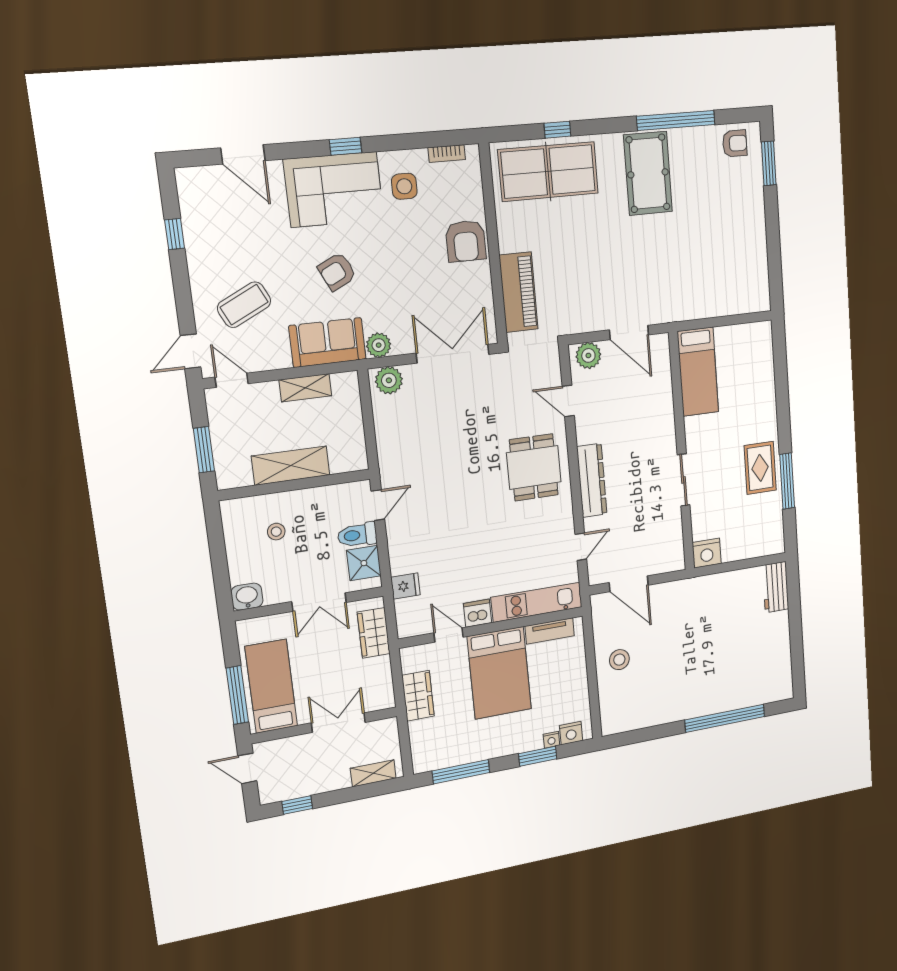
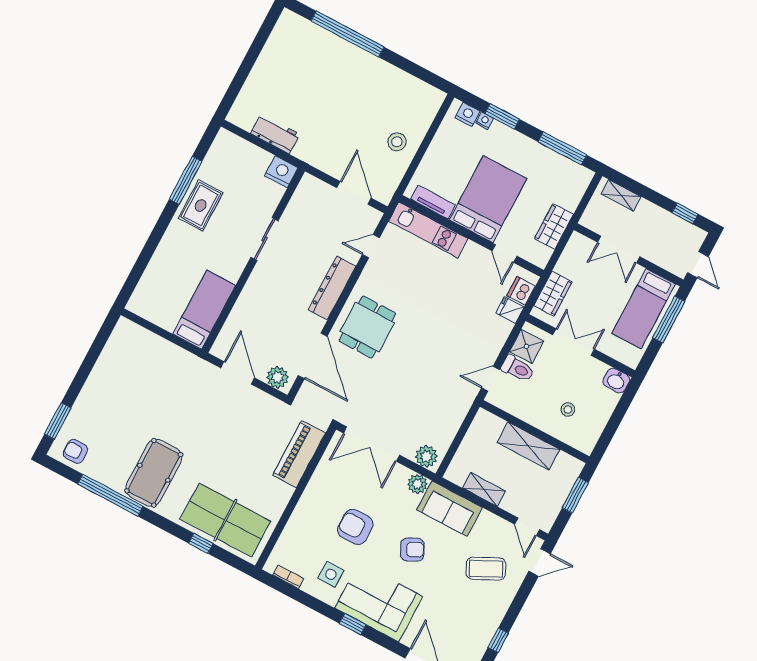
armchair: (466, 241) -> (355, 527), moved, turned -90
door: (568, 401) -> (313, 356), width x1.87
workbench: (776, 587) -> (275, 134), moved, turned -90
dishwasher: (478, 613) -> (521, 291), moved, turned 90

